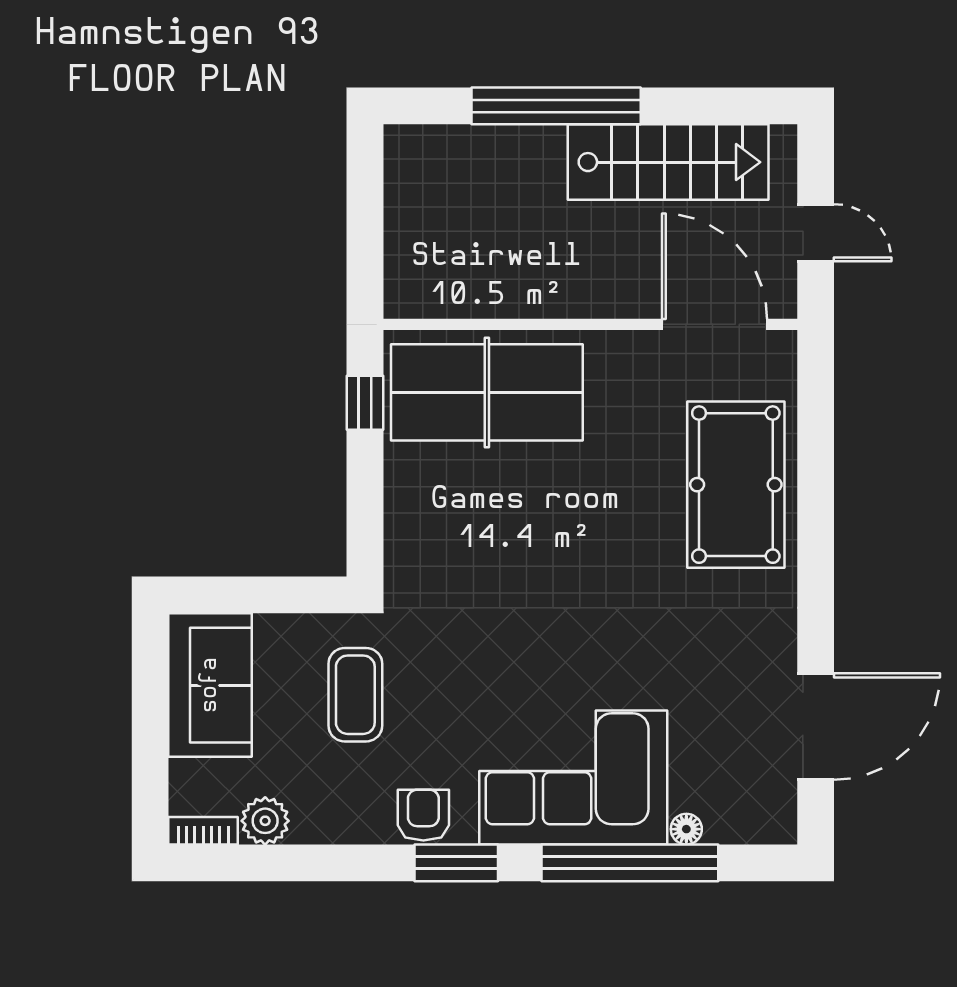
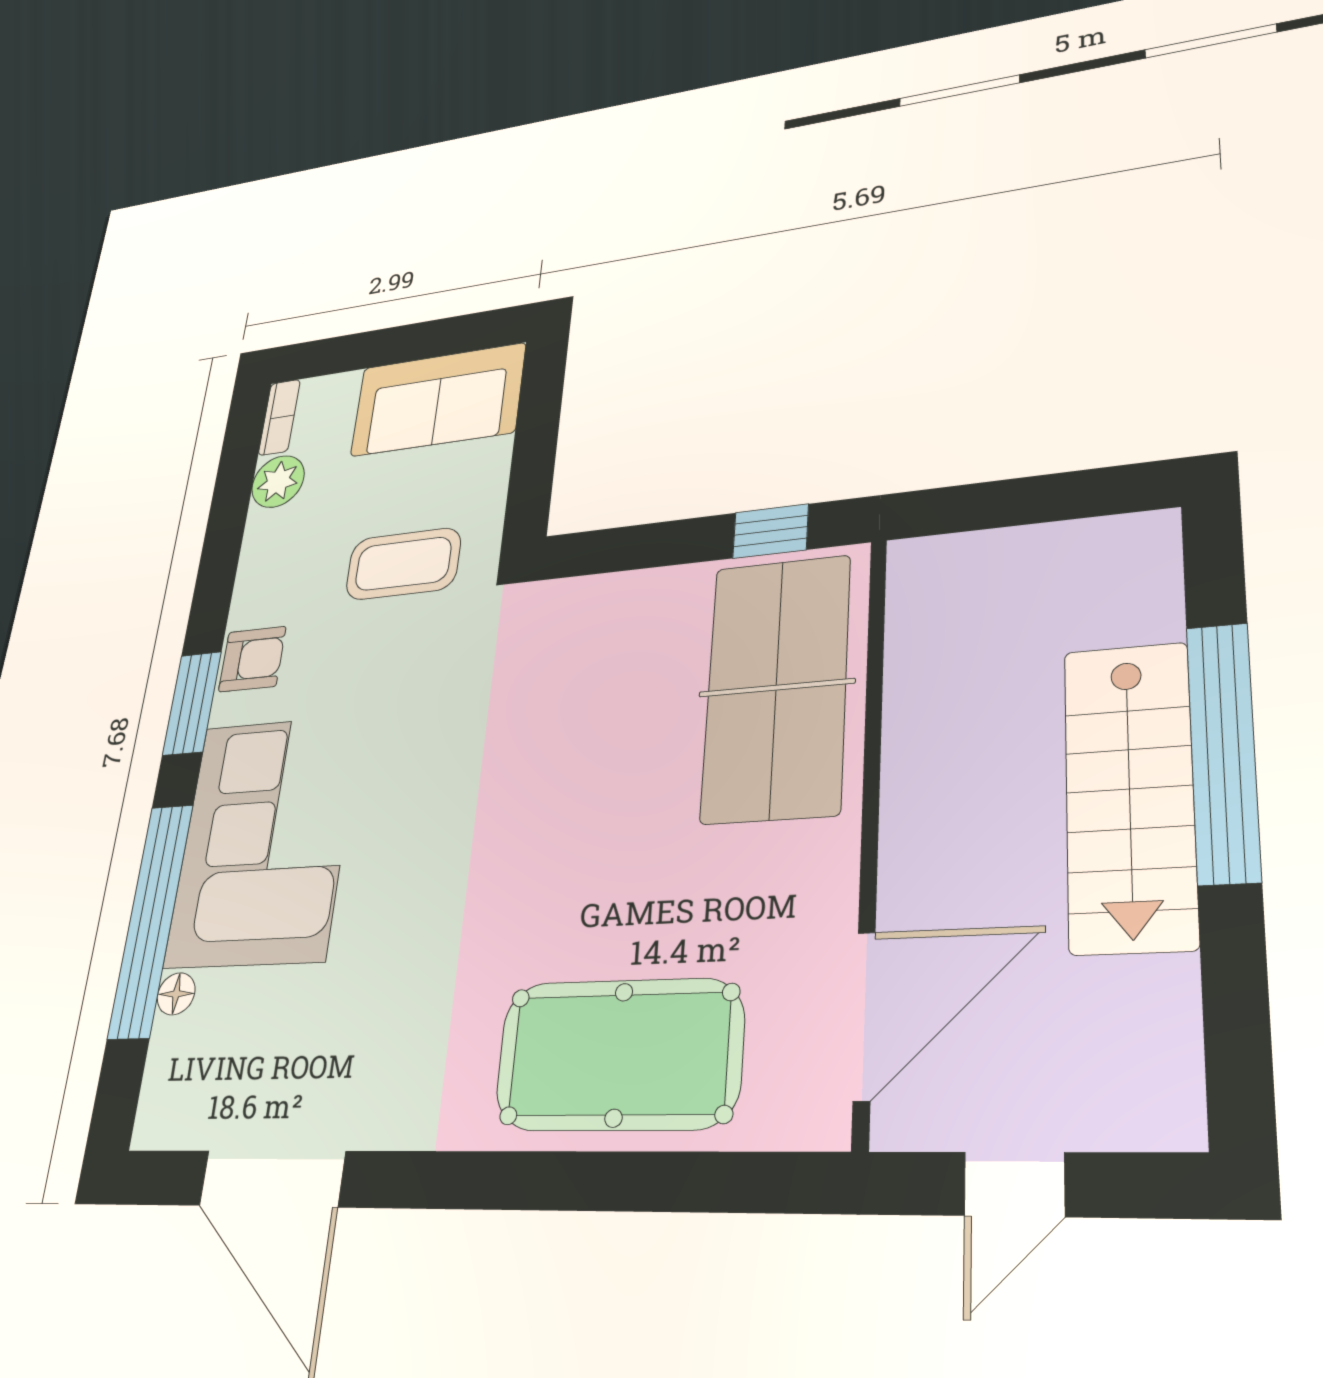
stairs: (668, 162) -> (1129, 795), moved

